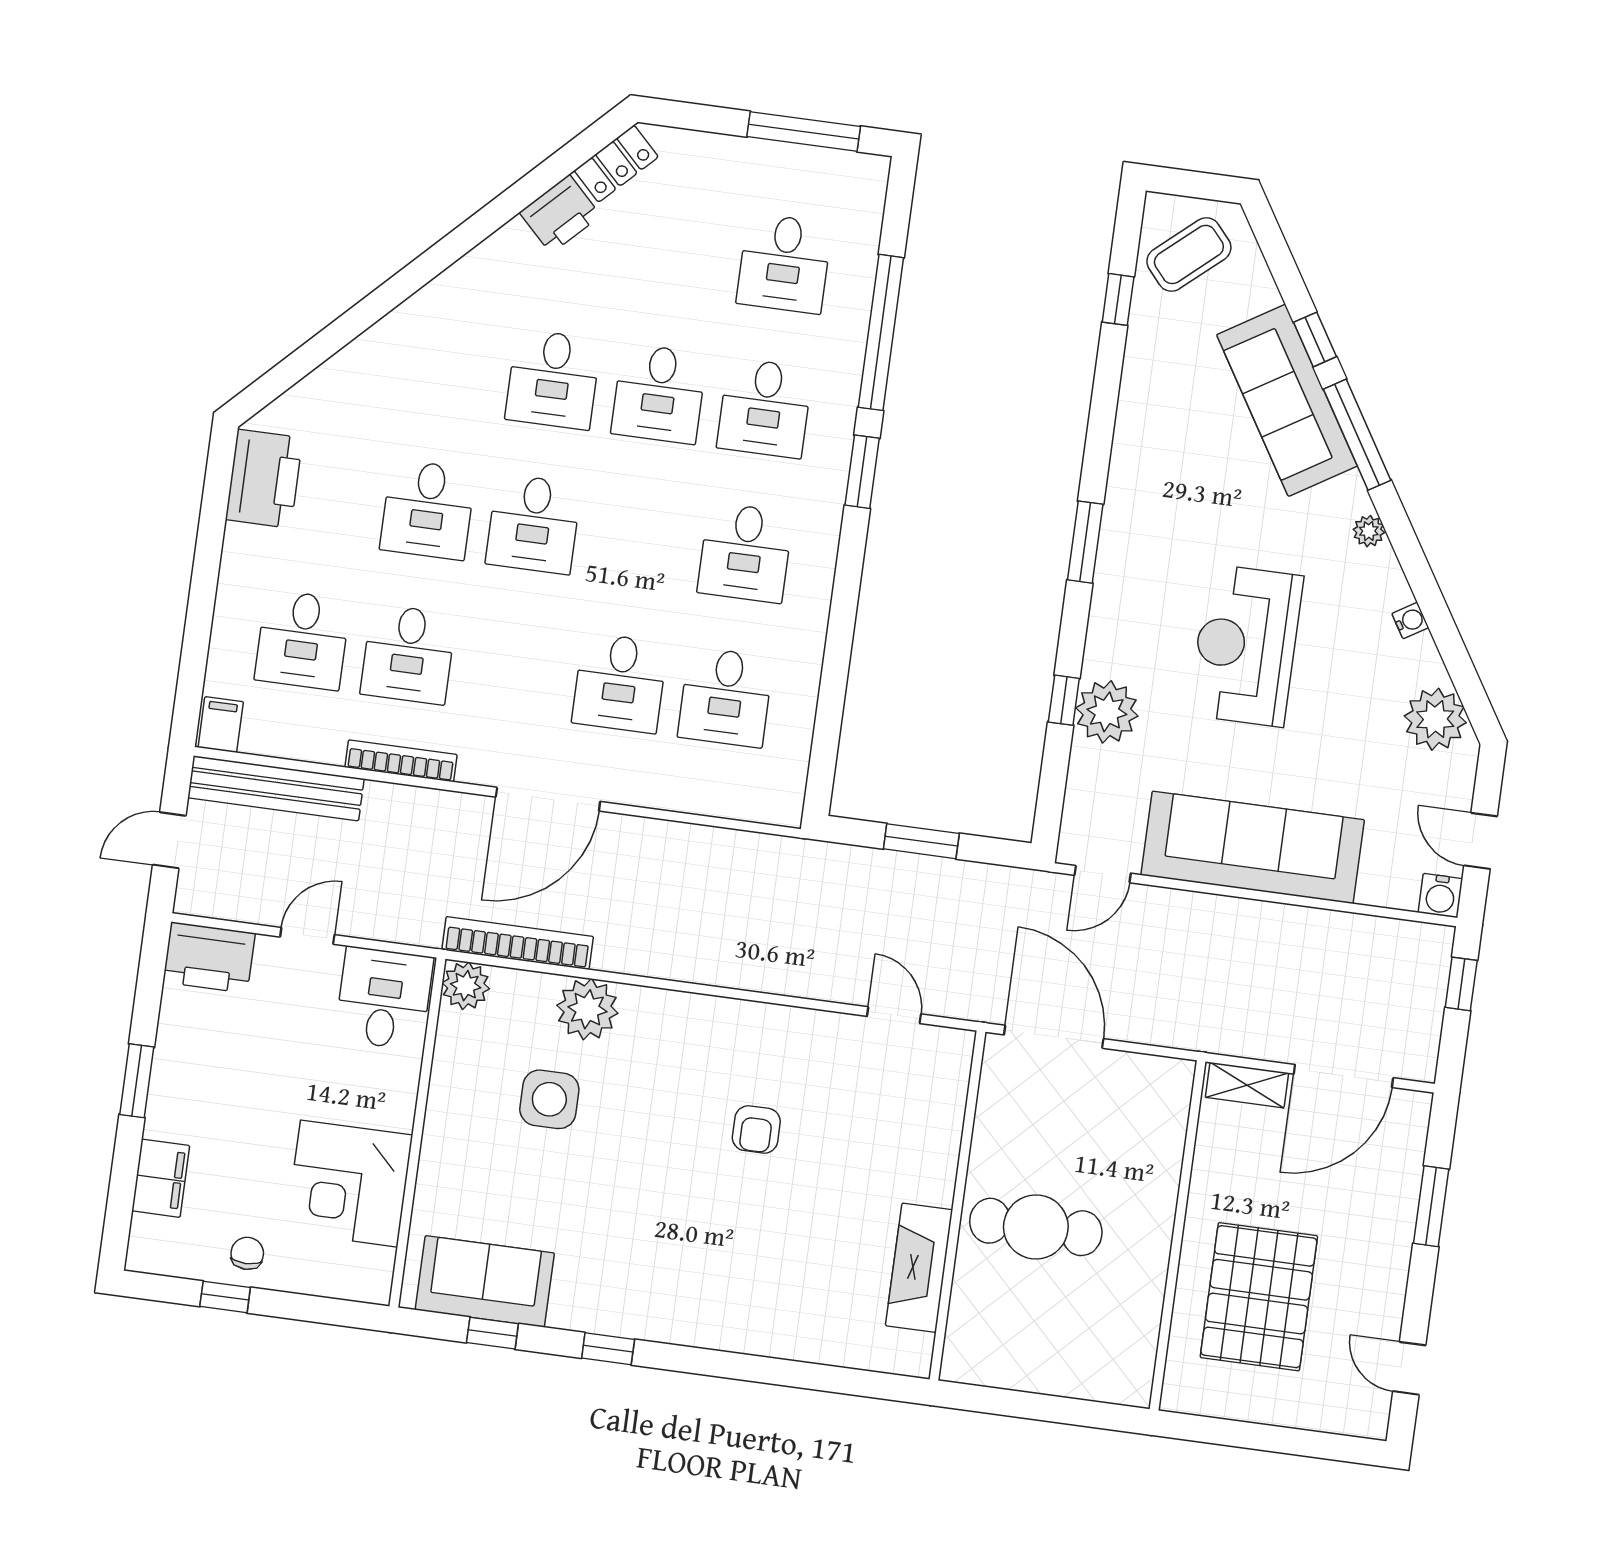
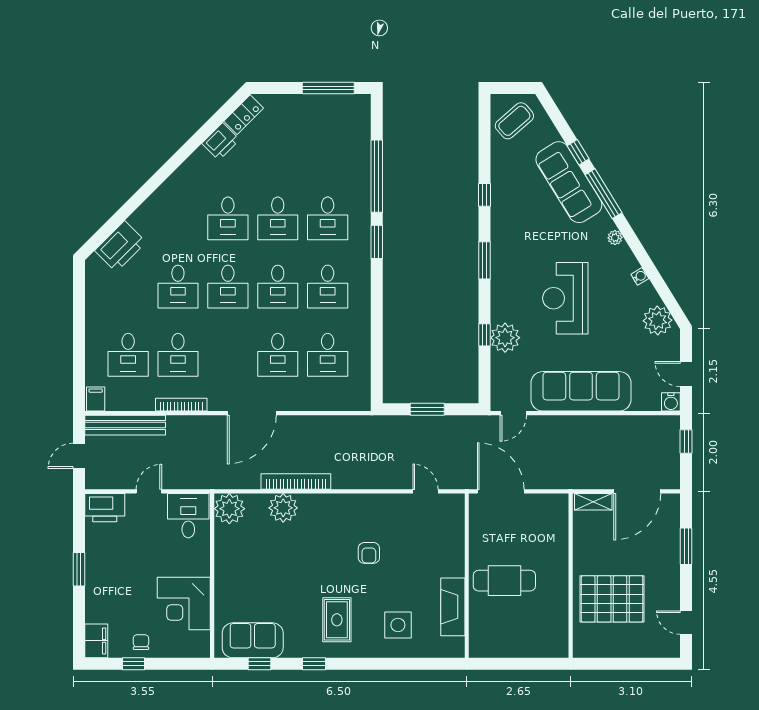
desk: (784, 263) -> (278, 287), moved
window: (1118, 299) -> (484, 195), moved
printer: (264, 479) -> (120, 246), moved, turned 45
bookcase: (518, 943) -> (296, 482), moved
plant: (466, 986) -> (229, 509), width x1.36, depth x1.36
side table: (549, 1099) -> (398, 625), moved
filing cabinet: (161, 1178) -> (96, 641), moved
rug: (669, 1262) -> (337, 620), added
pallet: (1259, 1297) -> (612, 599), turned 90

